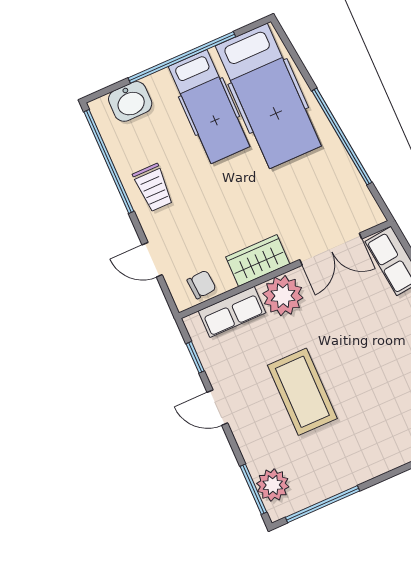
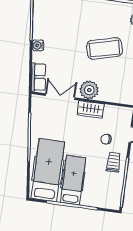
washbasin: (130, 101) -> (102, 201), removed
chair: (202, 284) -> (106, 139), moved
row of seats: (232, 312) -> (113, 96), removed
coffee table: (302, 392) -> (104, 49), turned 76

